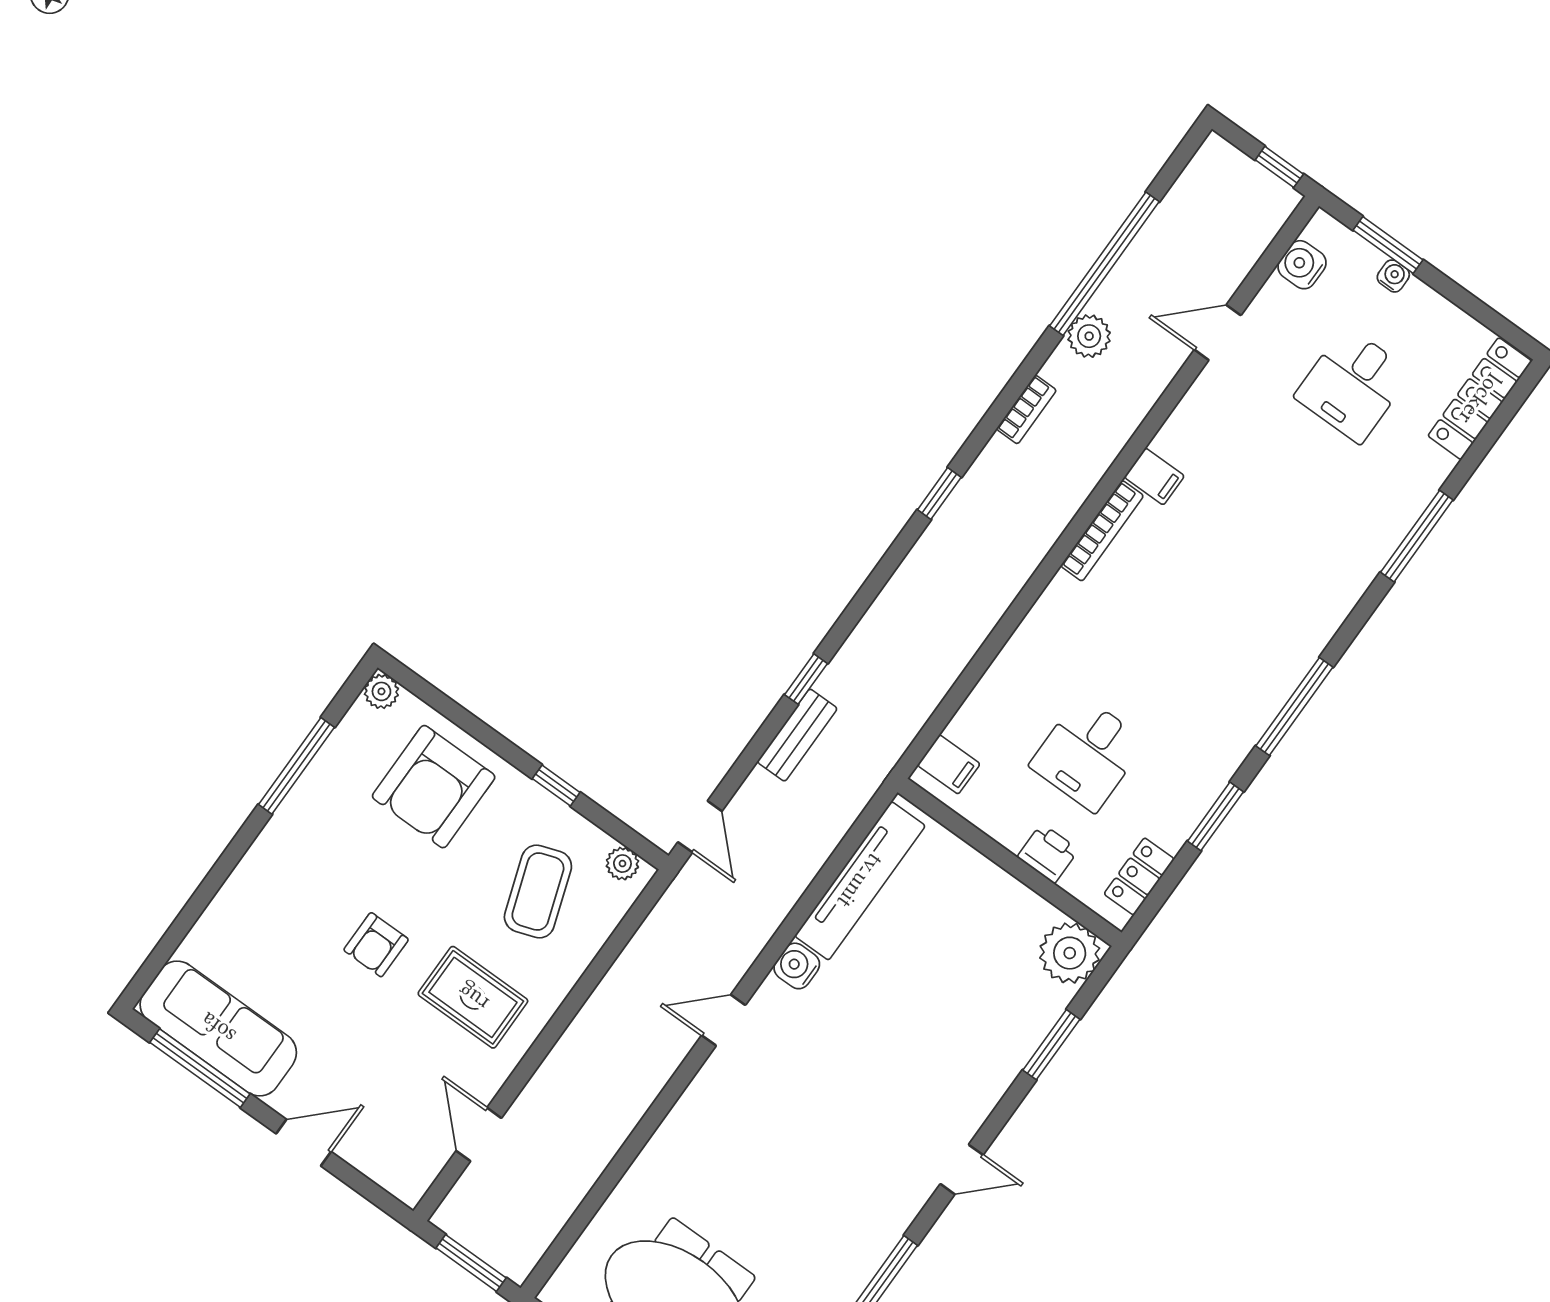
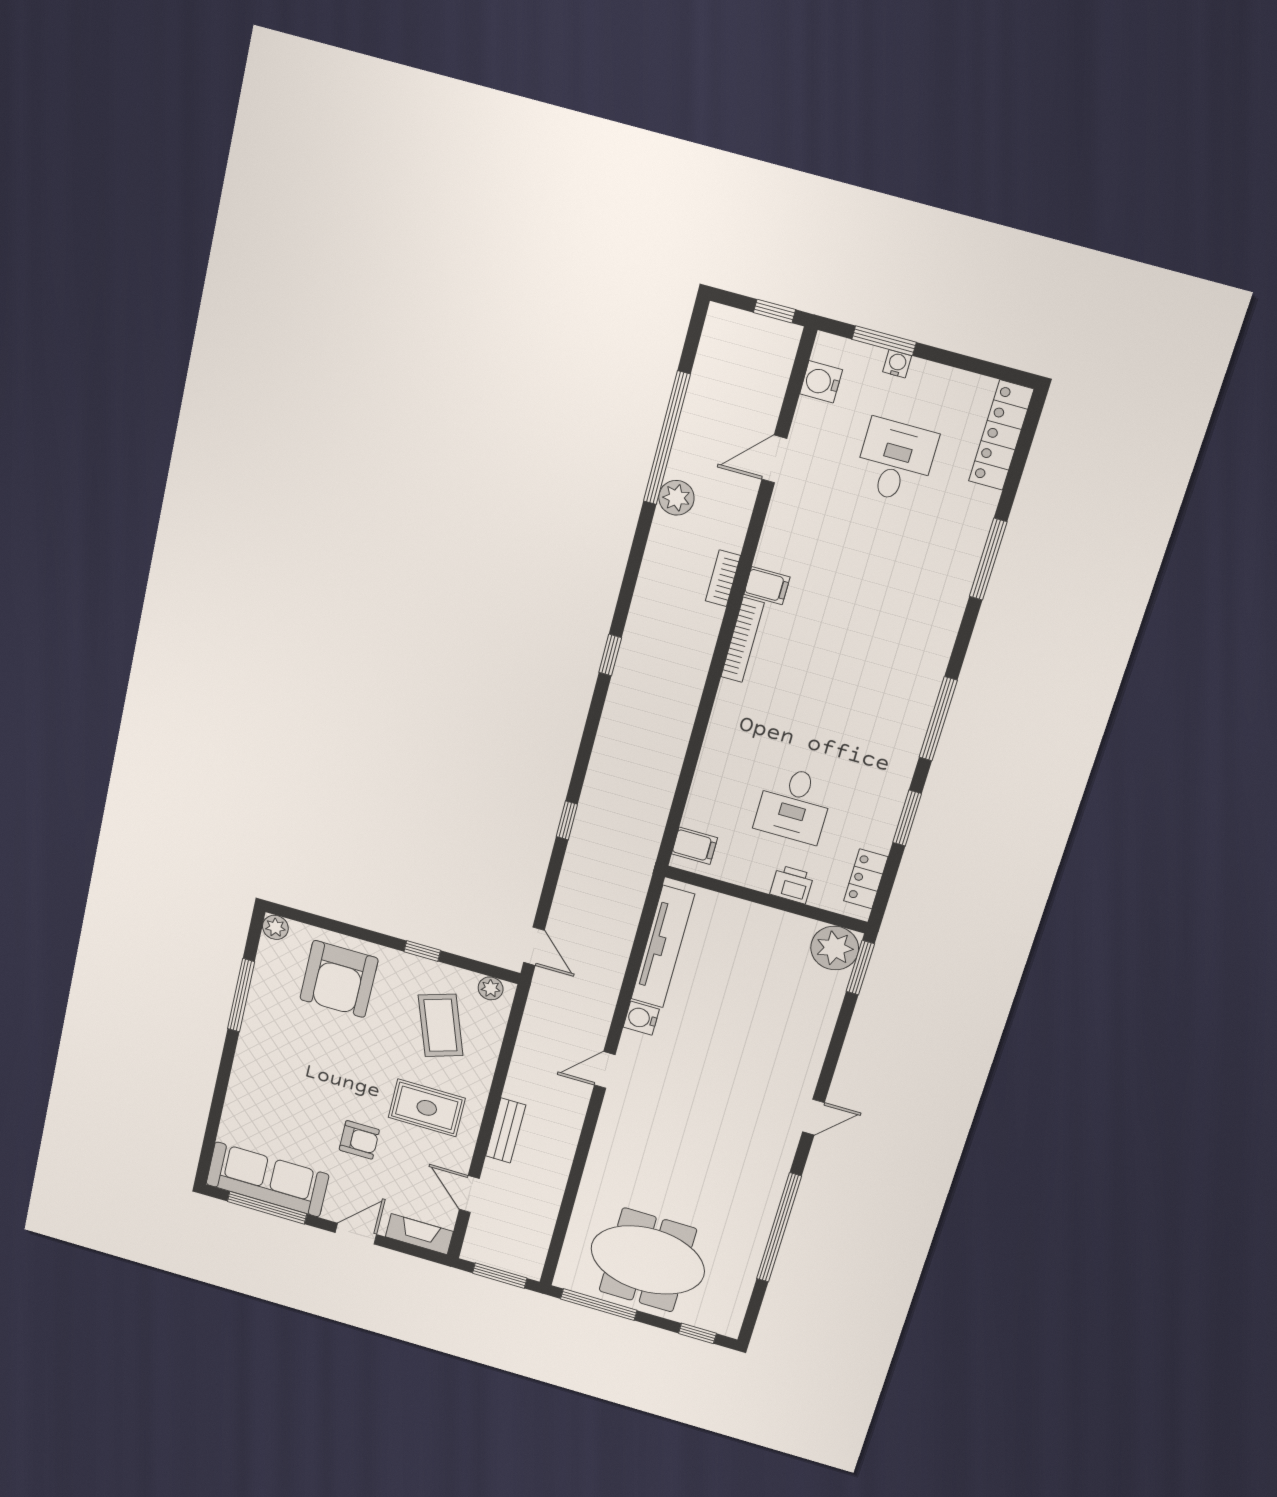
desk: (1353, 385) -> (896, 461), turned 180
bookcase: (1026, 410) -> (723, 578), moved, turned 180
bench: (797, 735) -> (506, 1131), moved
armchair: (376, 945) -> (359, 1140), moved, turned -90
window: (1051, 1045) -> (860, 968), moved
fireplace: (388, 1170) -> (419, 1234), added

